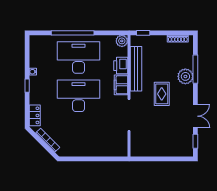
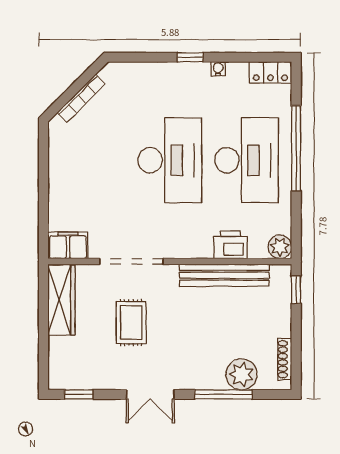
plant: (185, 76) -> (242, 374), moved
filing cabinet: (121, 85) -> (68, 245), moved
rug: (162, 94) -> (131, 323), moved, turned 90
locker: (35, 115) -> (270, 72), moved
double door: (195, 116) -> (150, 394), moved
wardrobe: (148, 150) -> (61, 300), added

